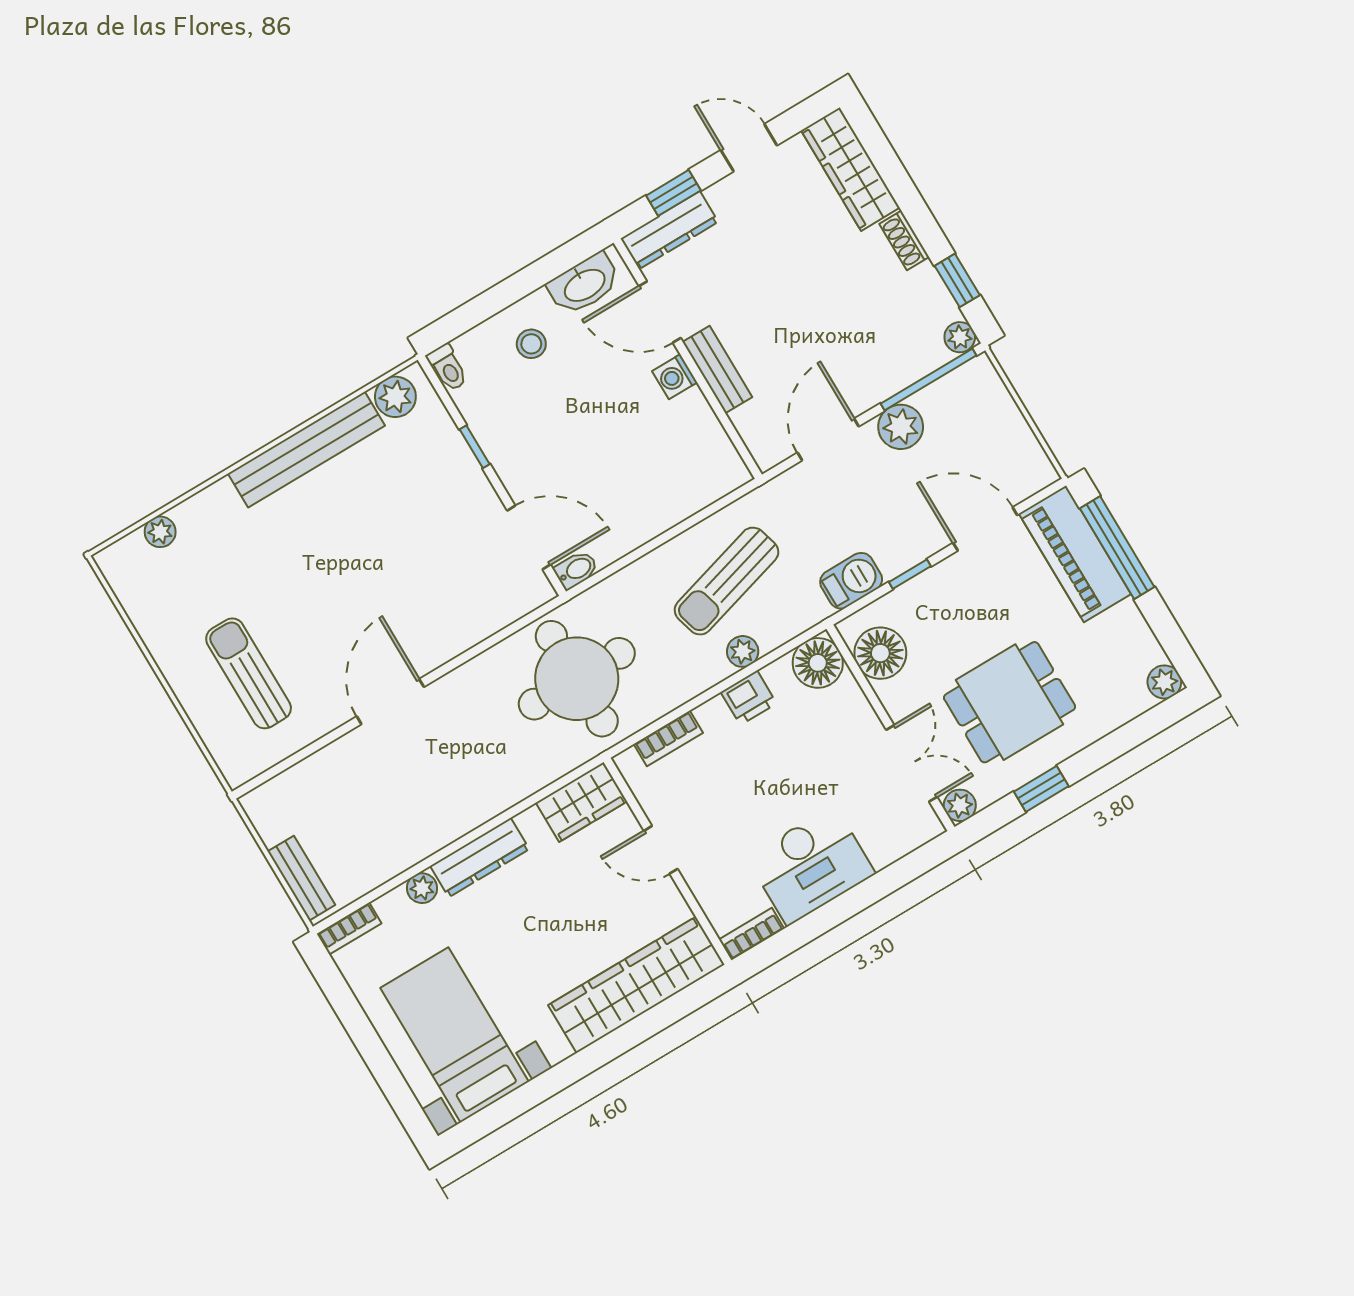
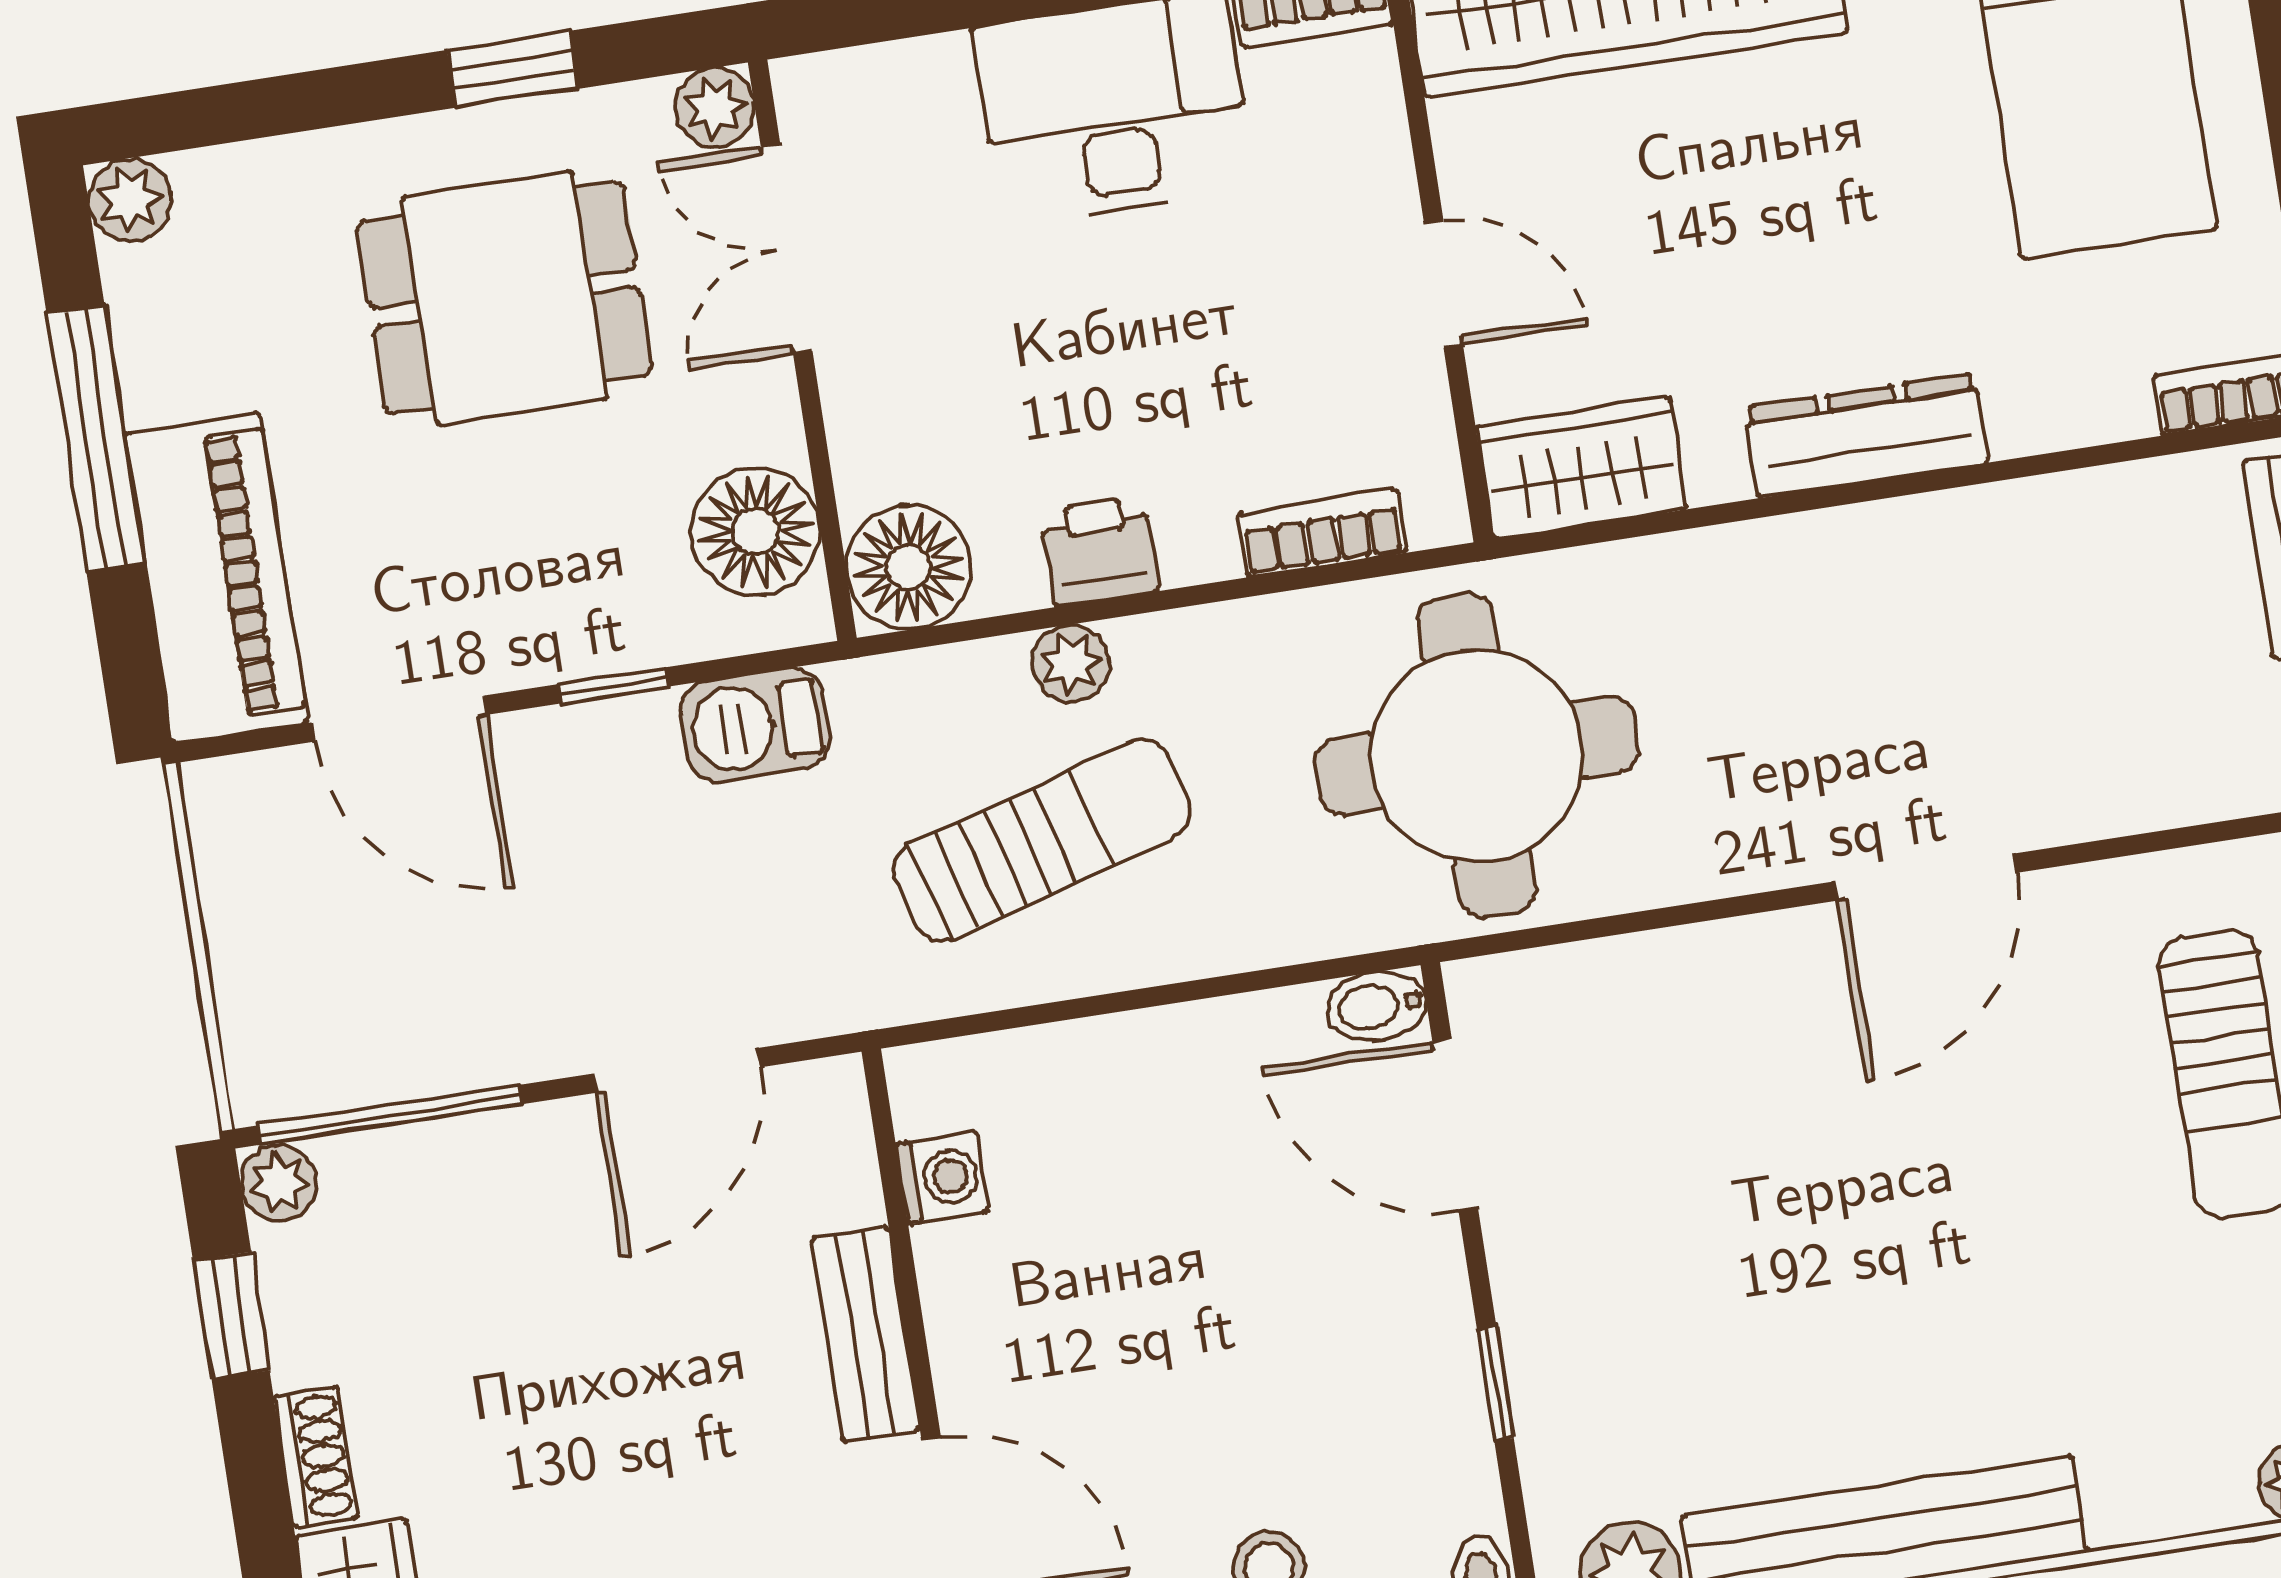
washing machine: (675, 377) -> (942, 1177), moved
plant: (901, 427) -> (498, 1032), removed
window: (1117, 548) -> (96, 439), moved
plant: (422, 888) -> (2028, 419), removed

